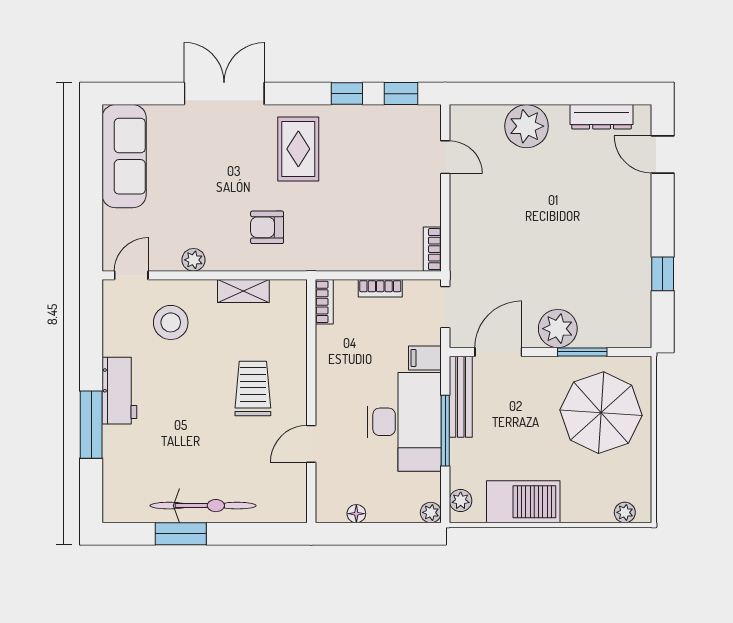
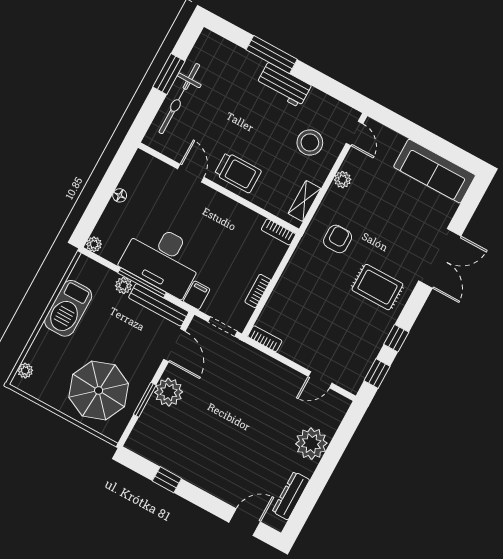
bookcase: (324, 302) -> (278, 232), moved
wall: (311, 401) -> (219, 188), moved
door: (311, 444) -> (191, 173), moved
plant: (461, 501) -> (124, 286), moved

